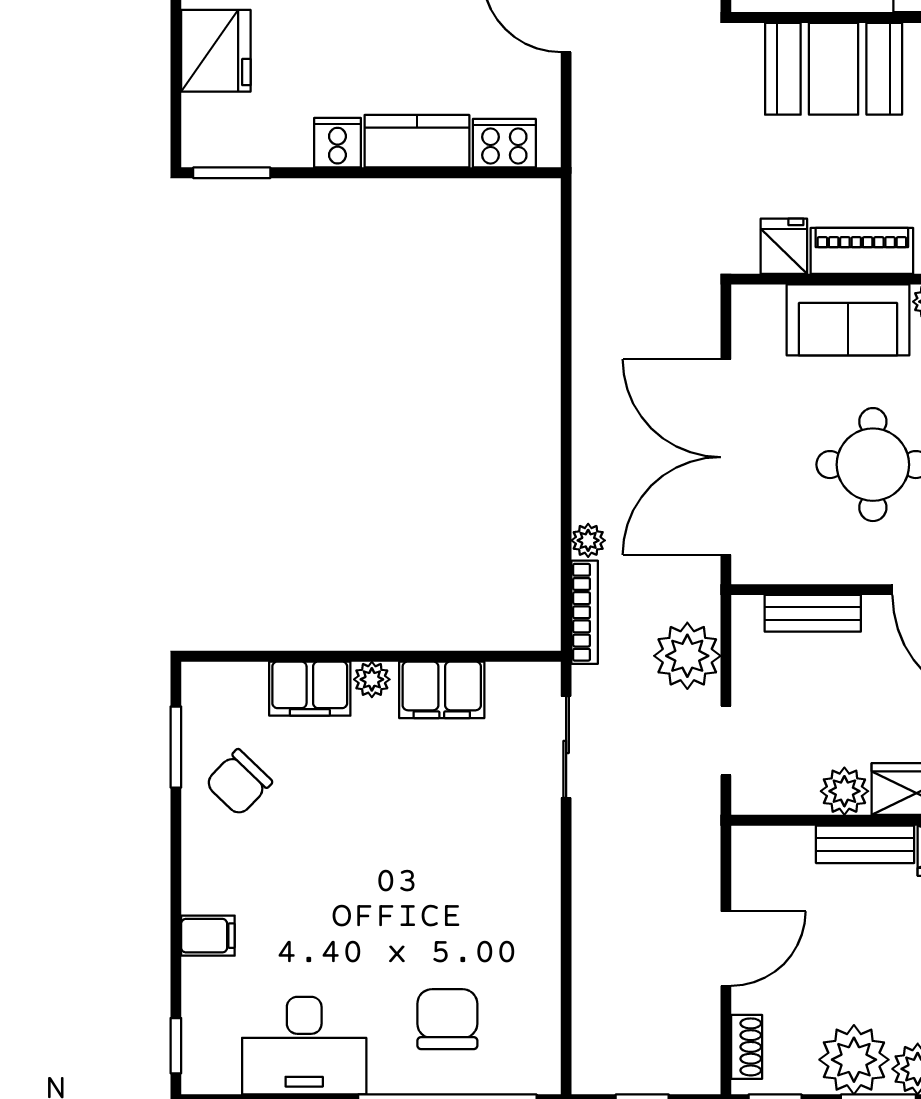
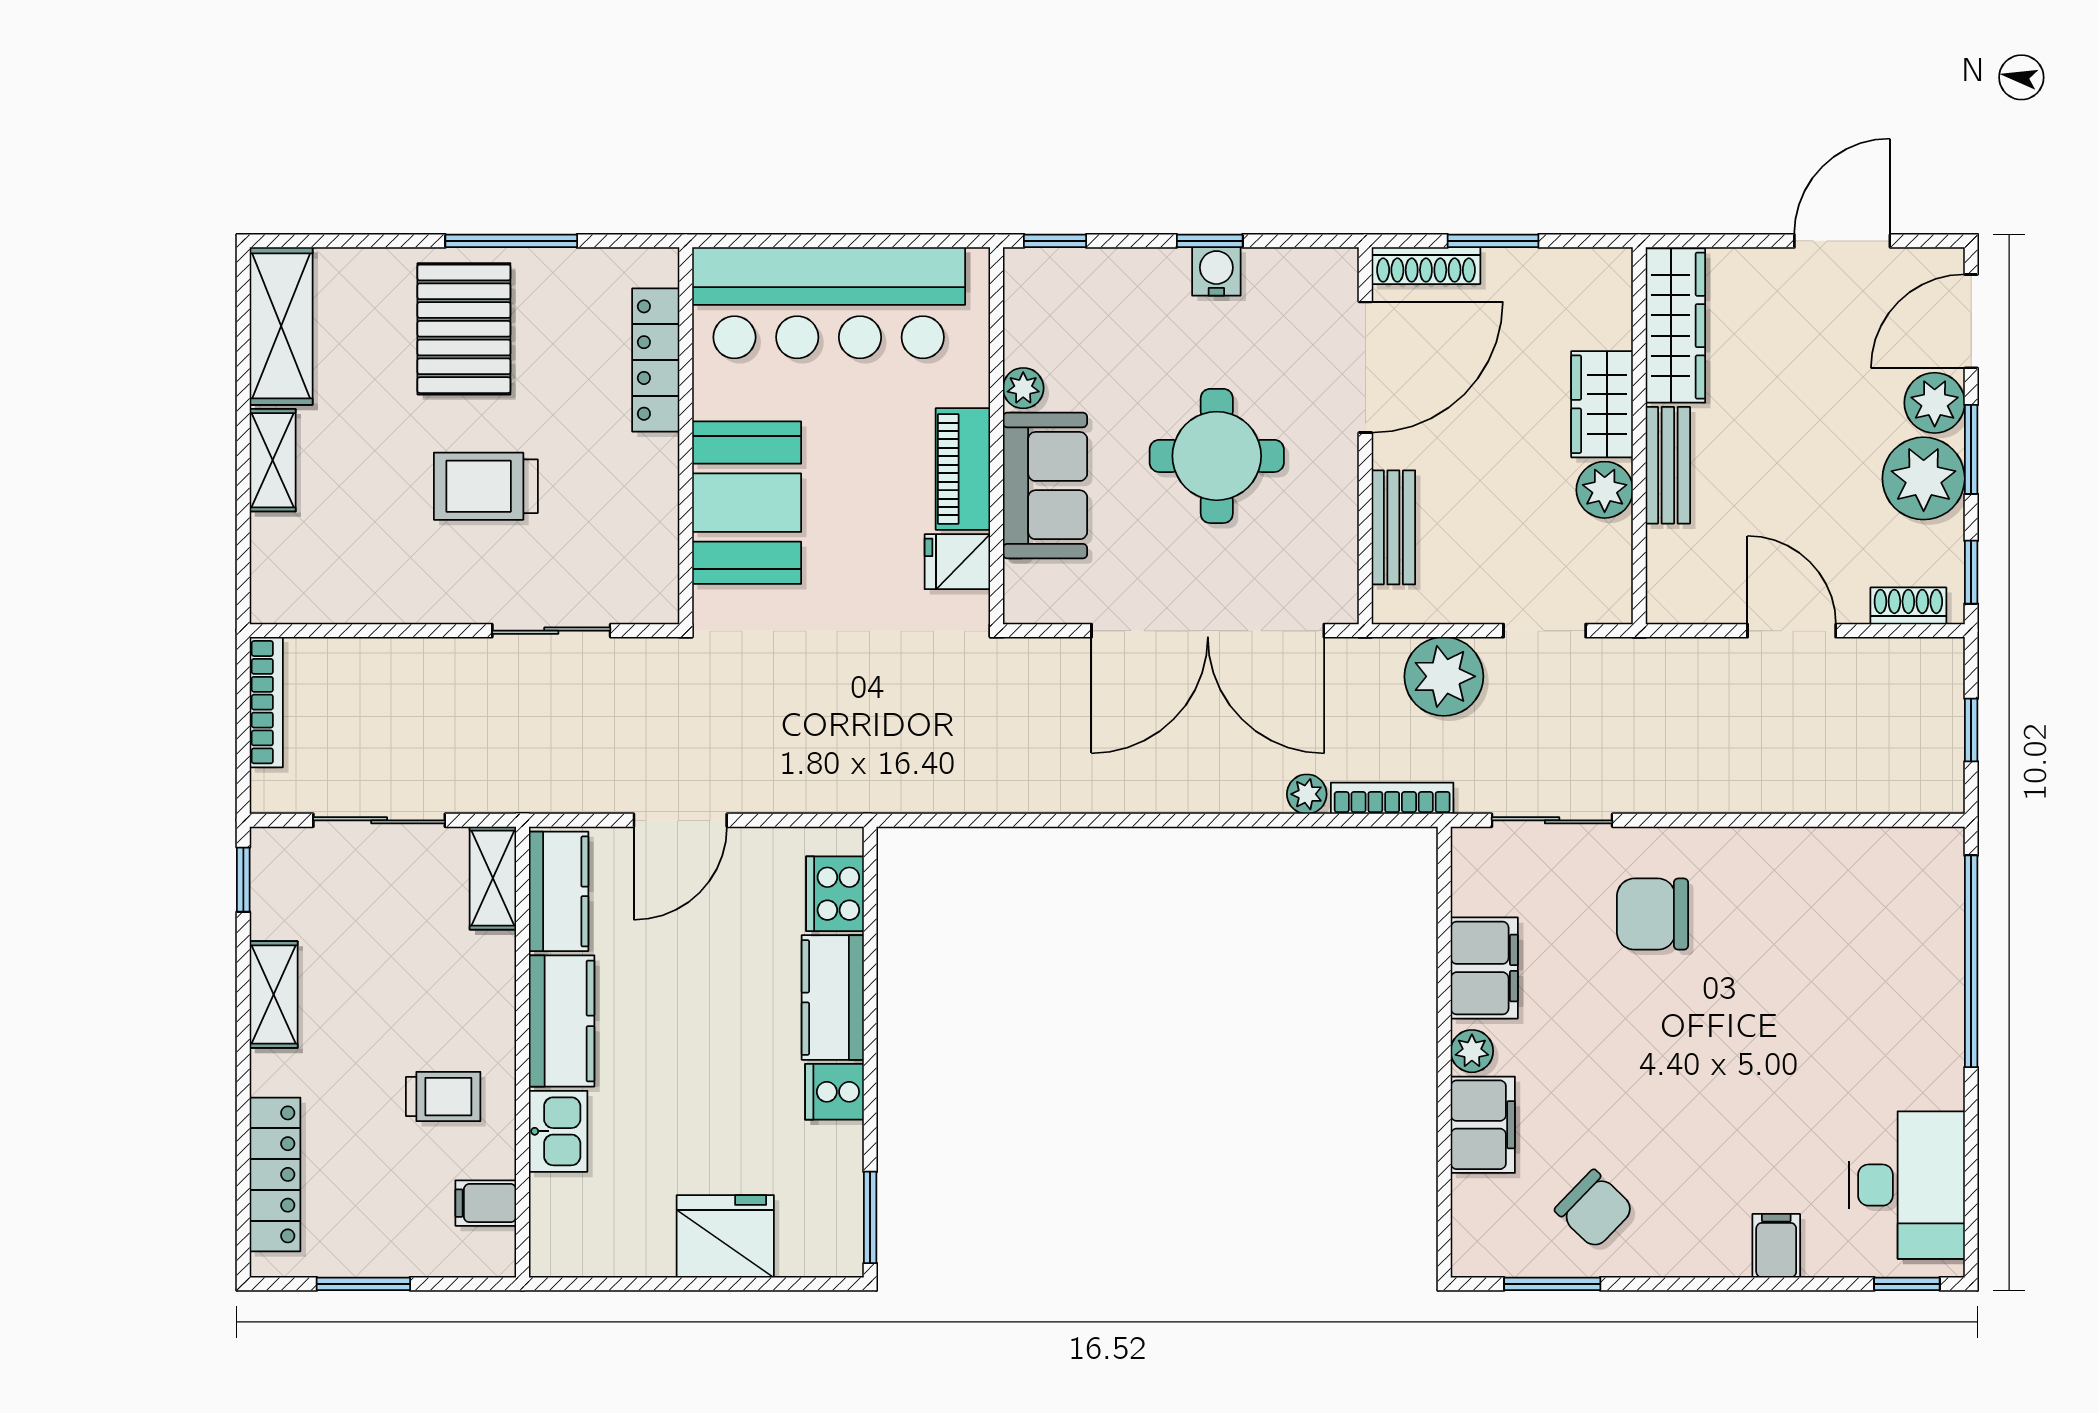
chair: (447, 1019) -> (1653, 914), moved
desk: (304, 1046) -> (1907, 1185), moved

